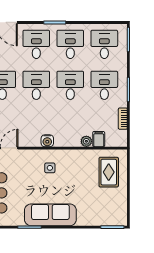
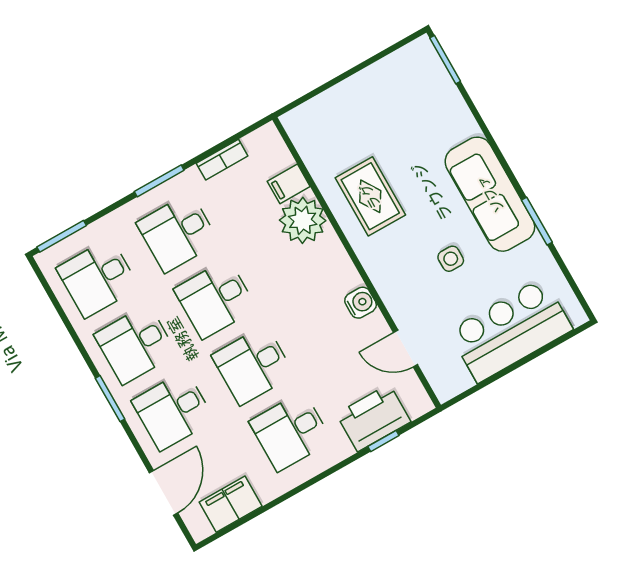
water cooler: (47, 141) -> (361, 303), moved
plant: (86, 141) -> (303, 220), width x1.88, depth x1.88
side table: (50, 168) -> (451, 259), moved
rug: (109, 172) -> (370, 196), moved, turned 90

